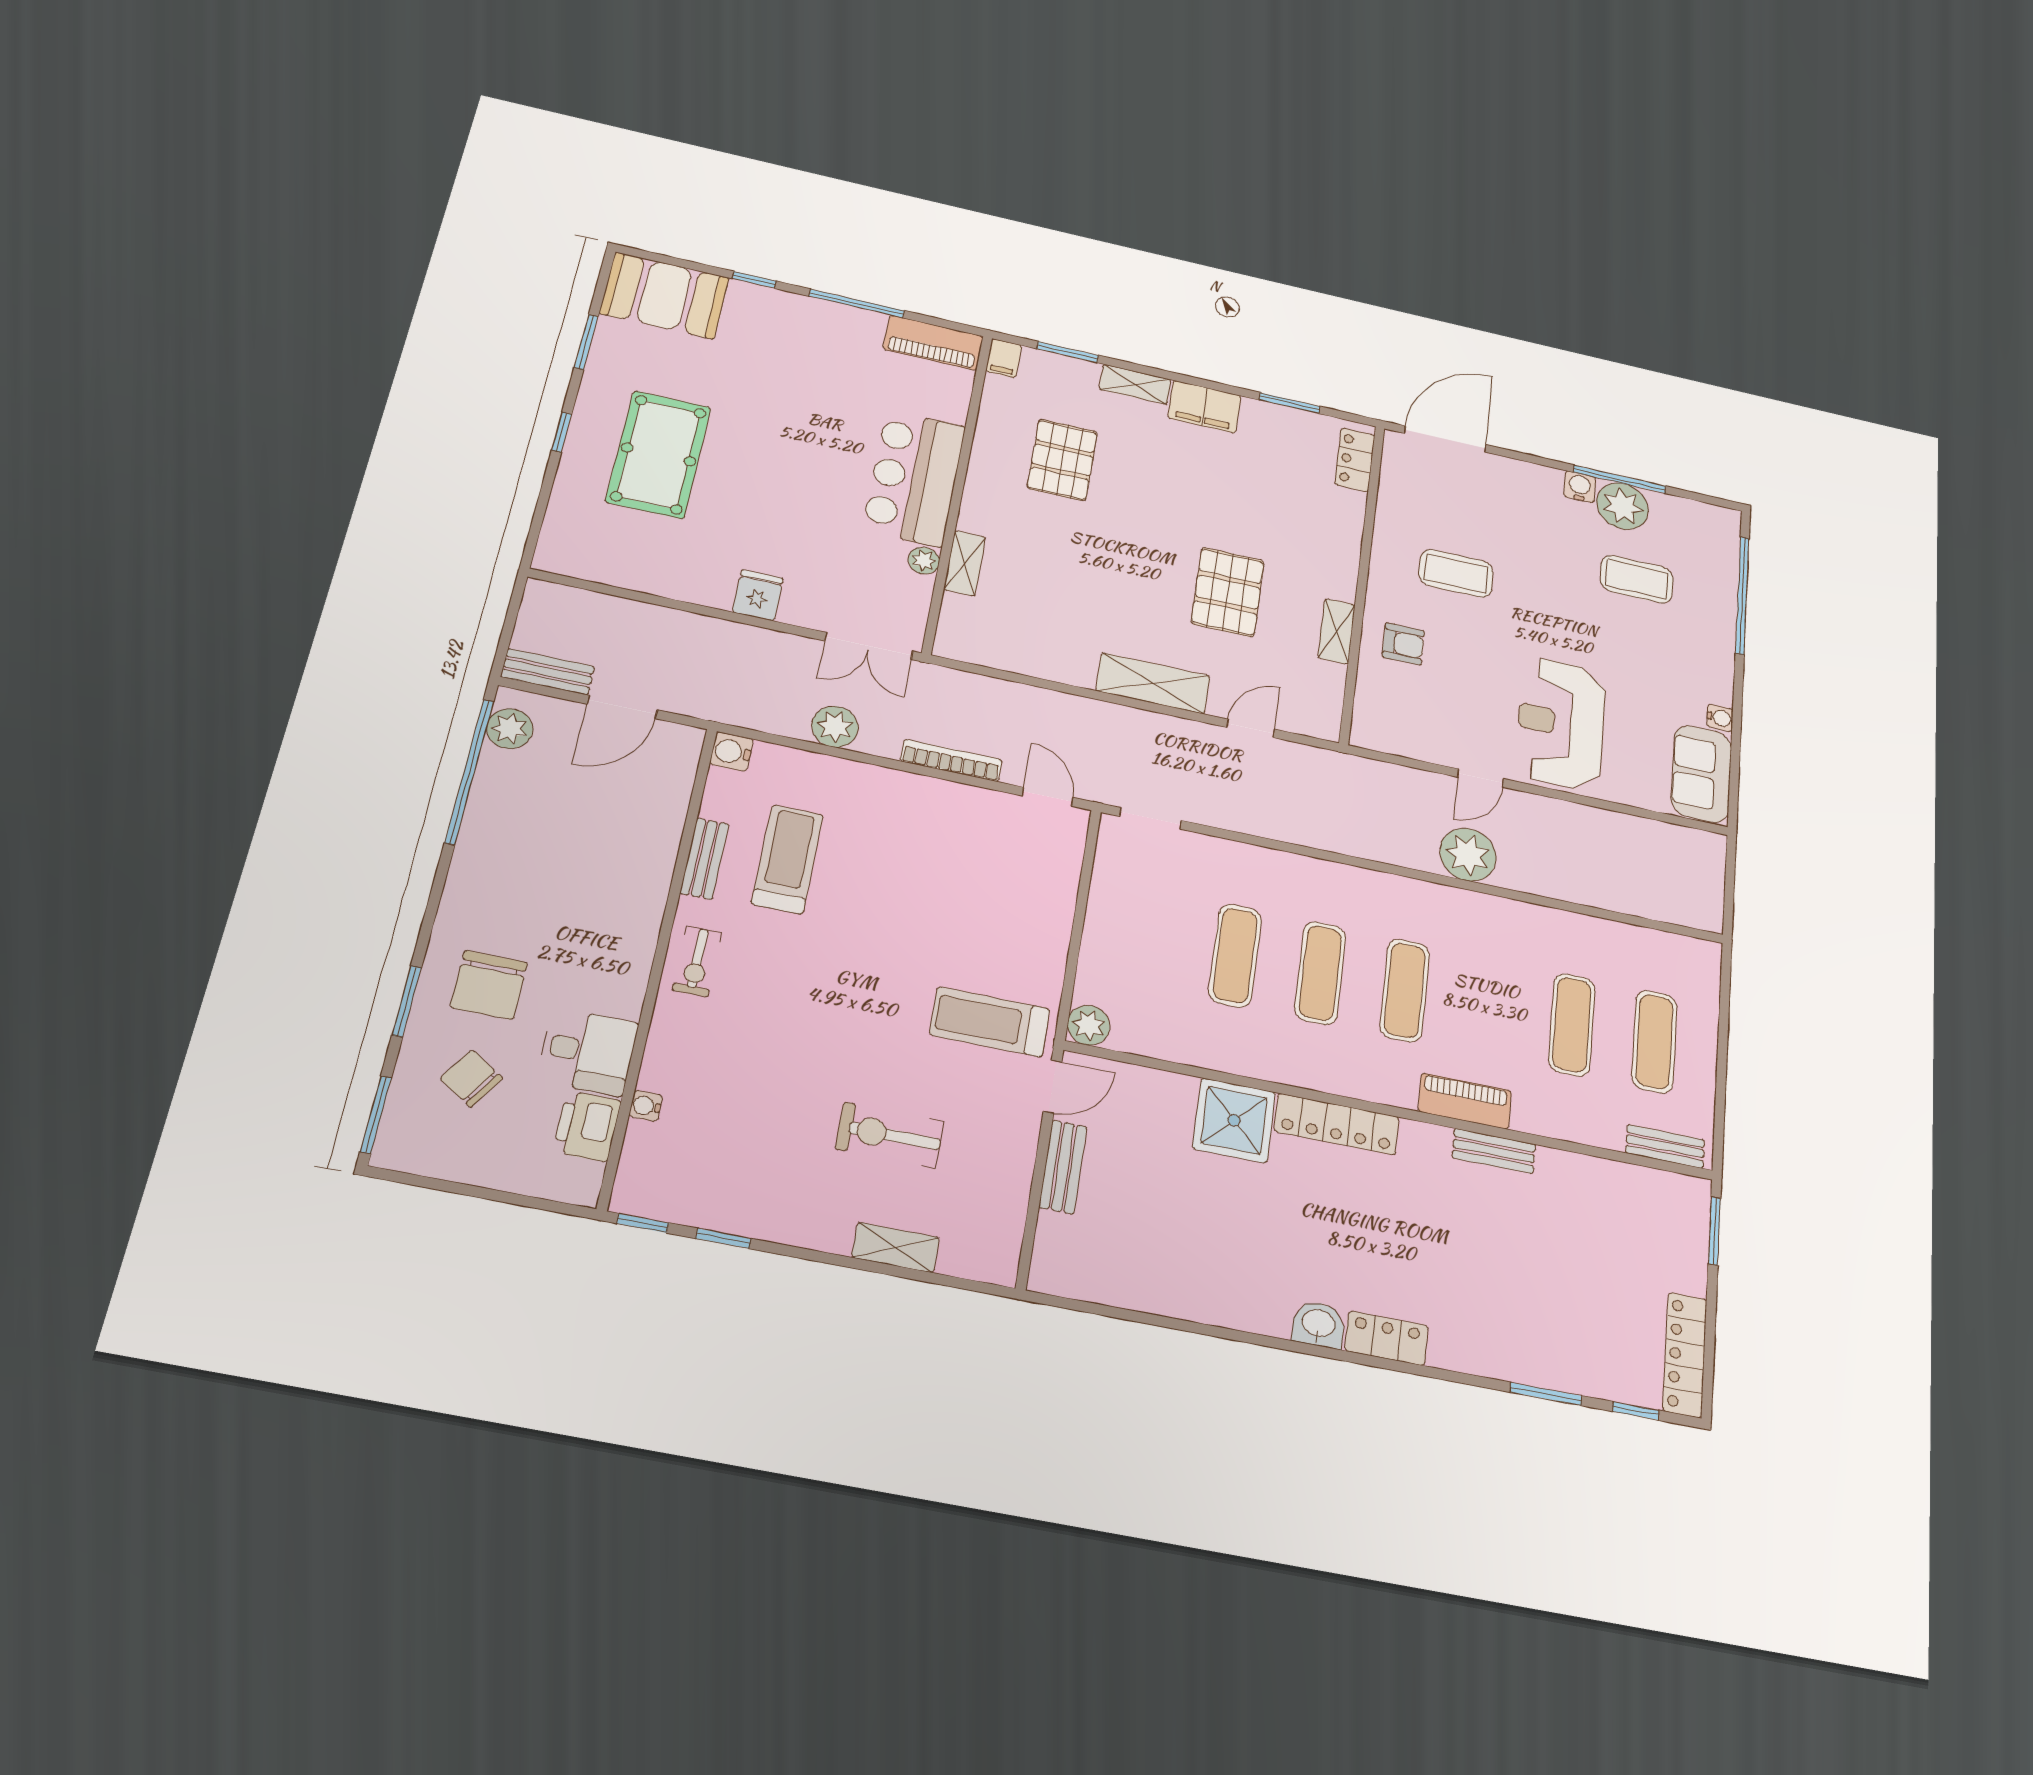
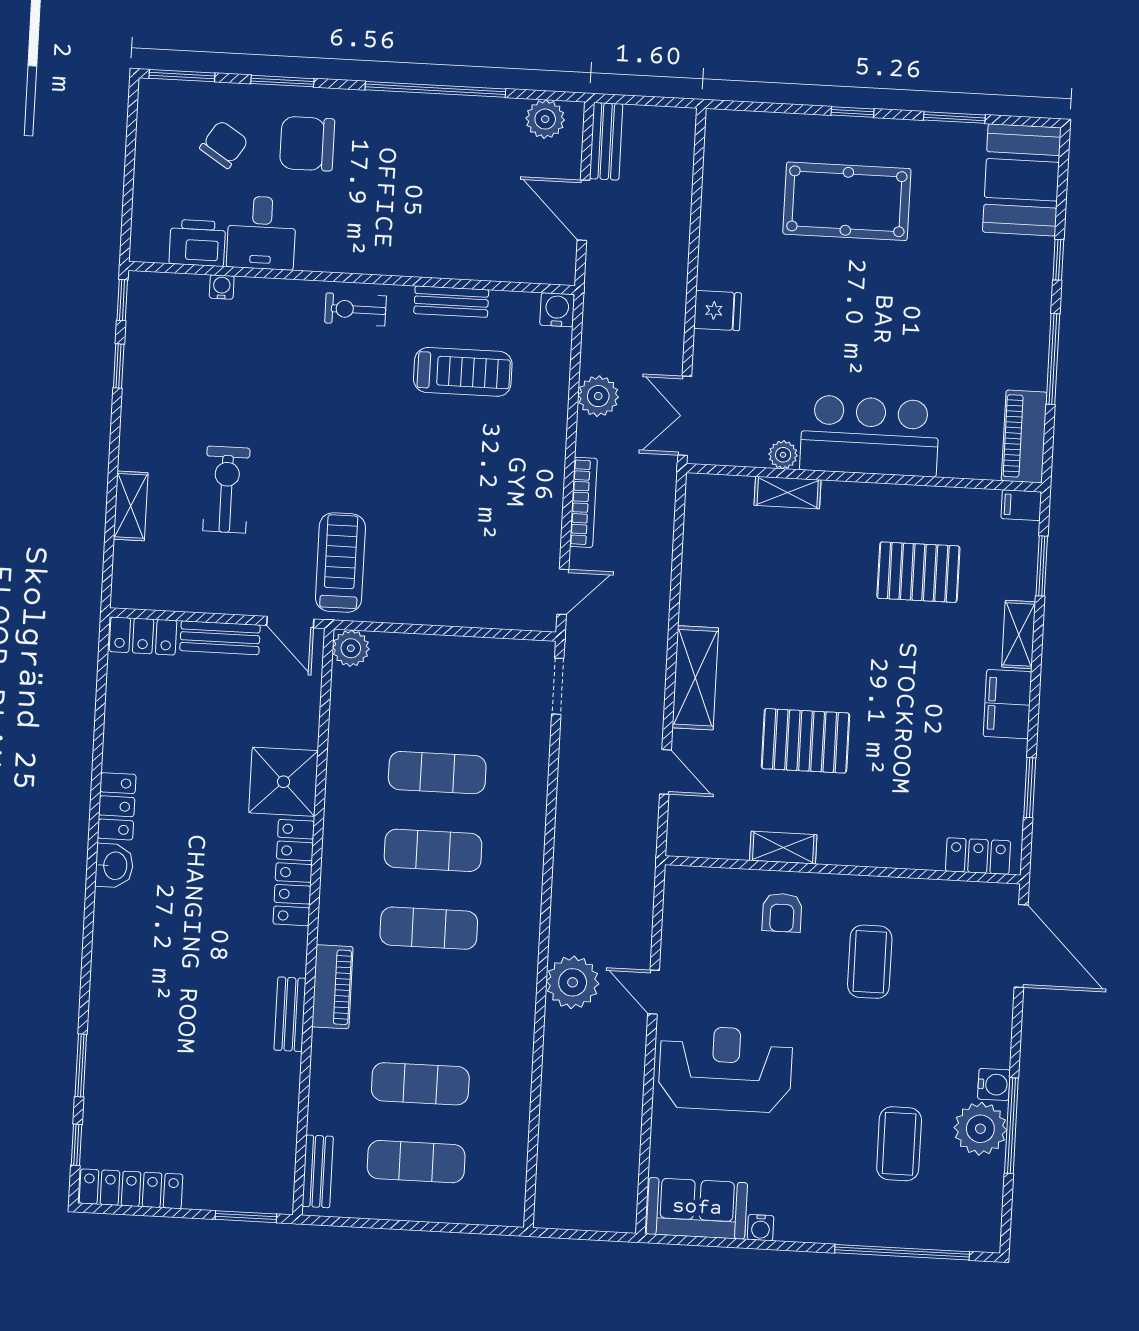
window: (469, 771) -> (435, 89), moved
locker: (1052, 1254) -> (143, 636), added
locker: (1386, 1338) -> (117, 806), moved

